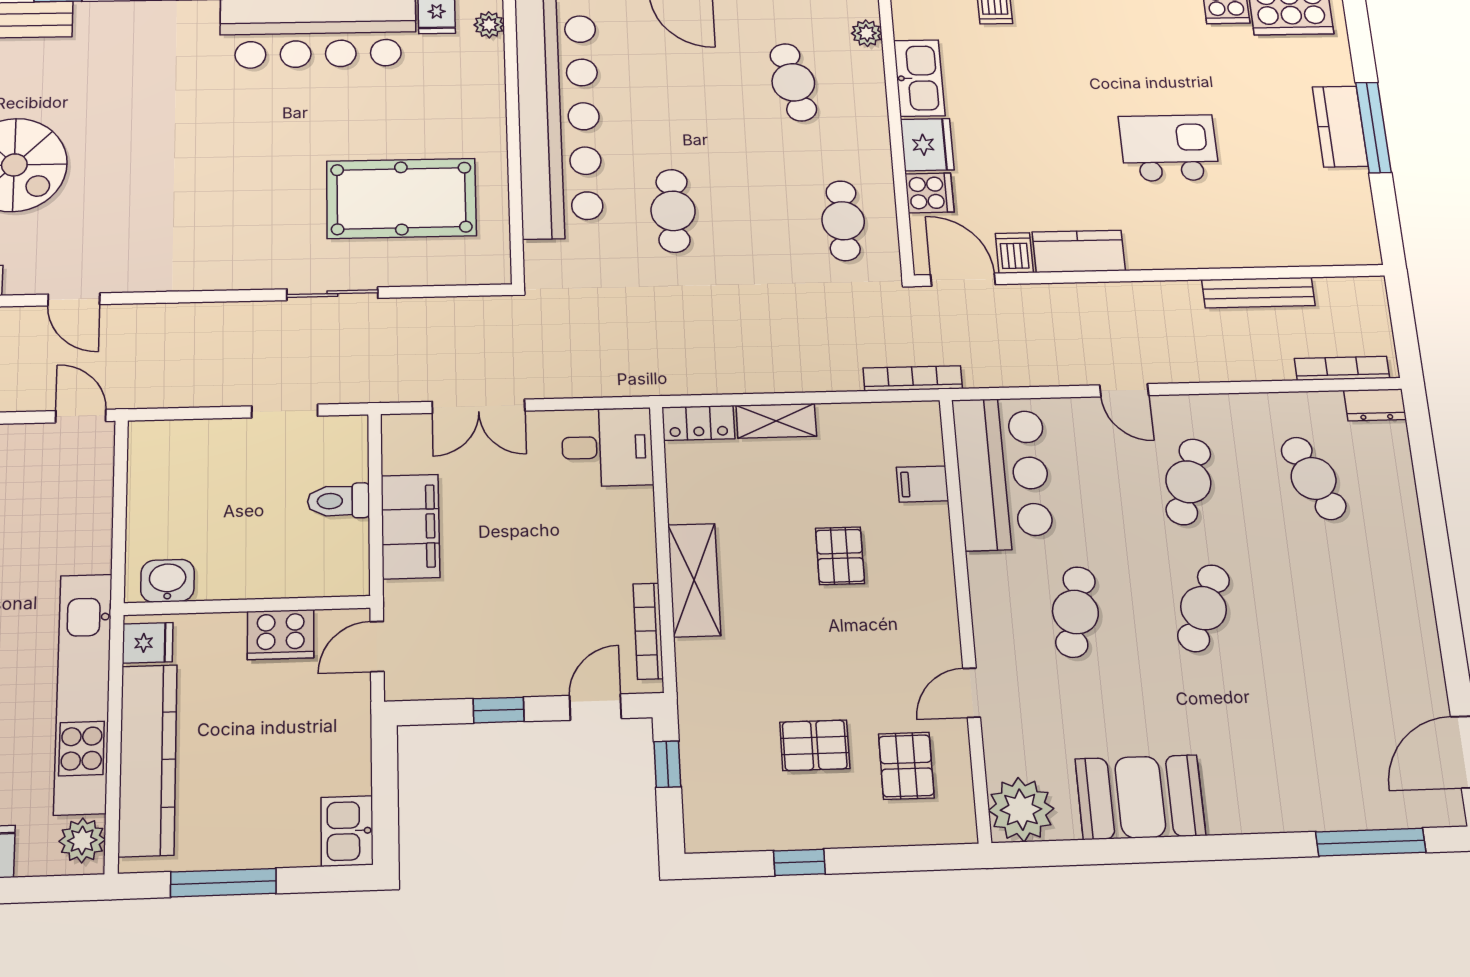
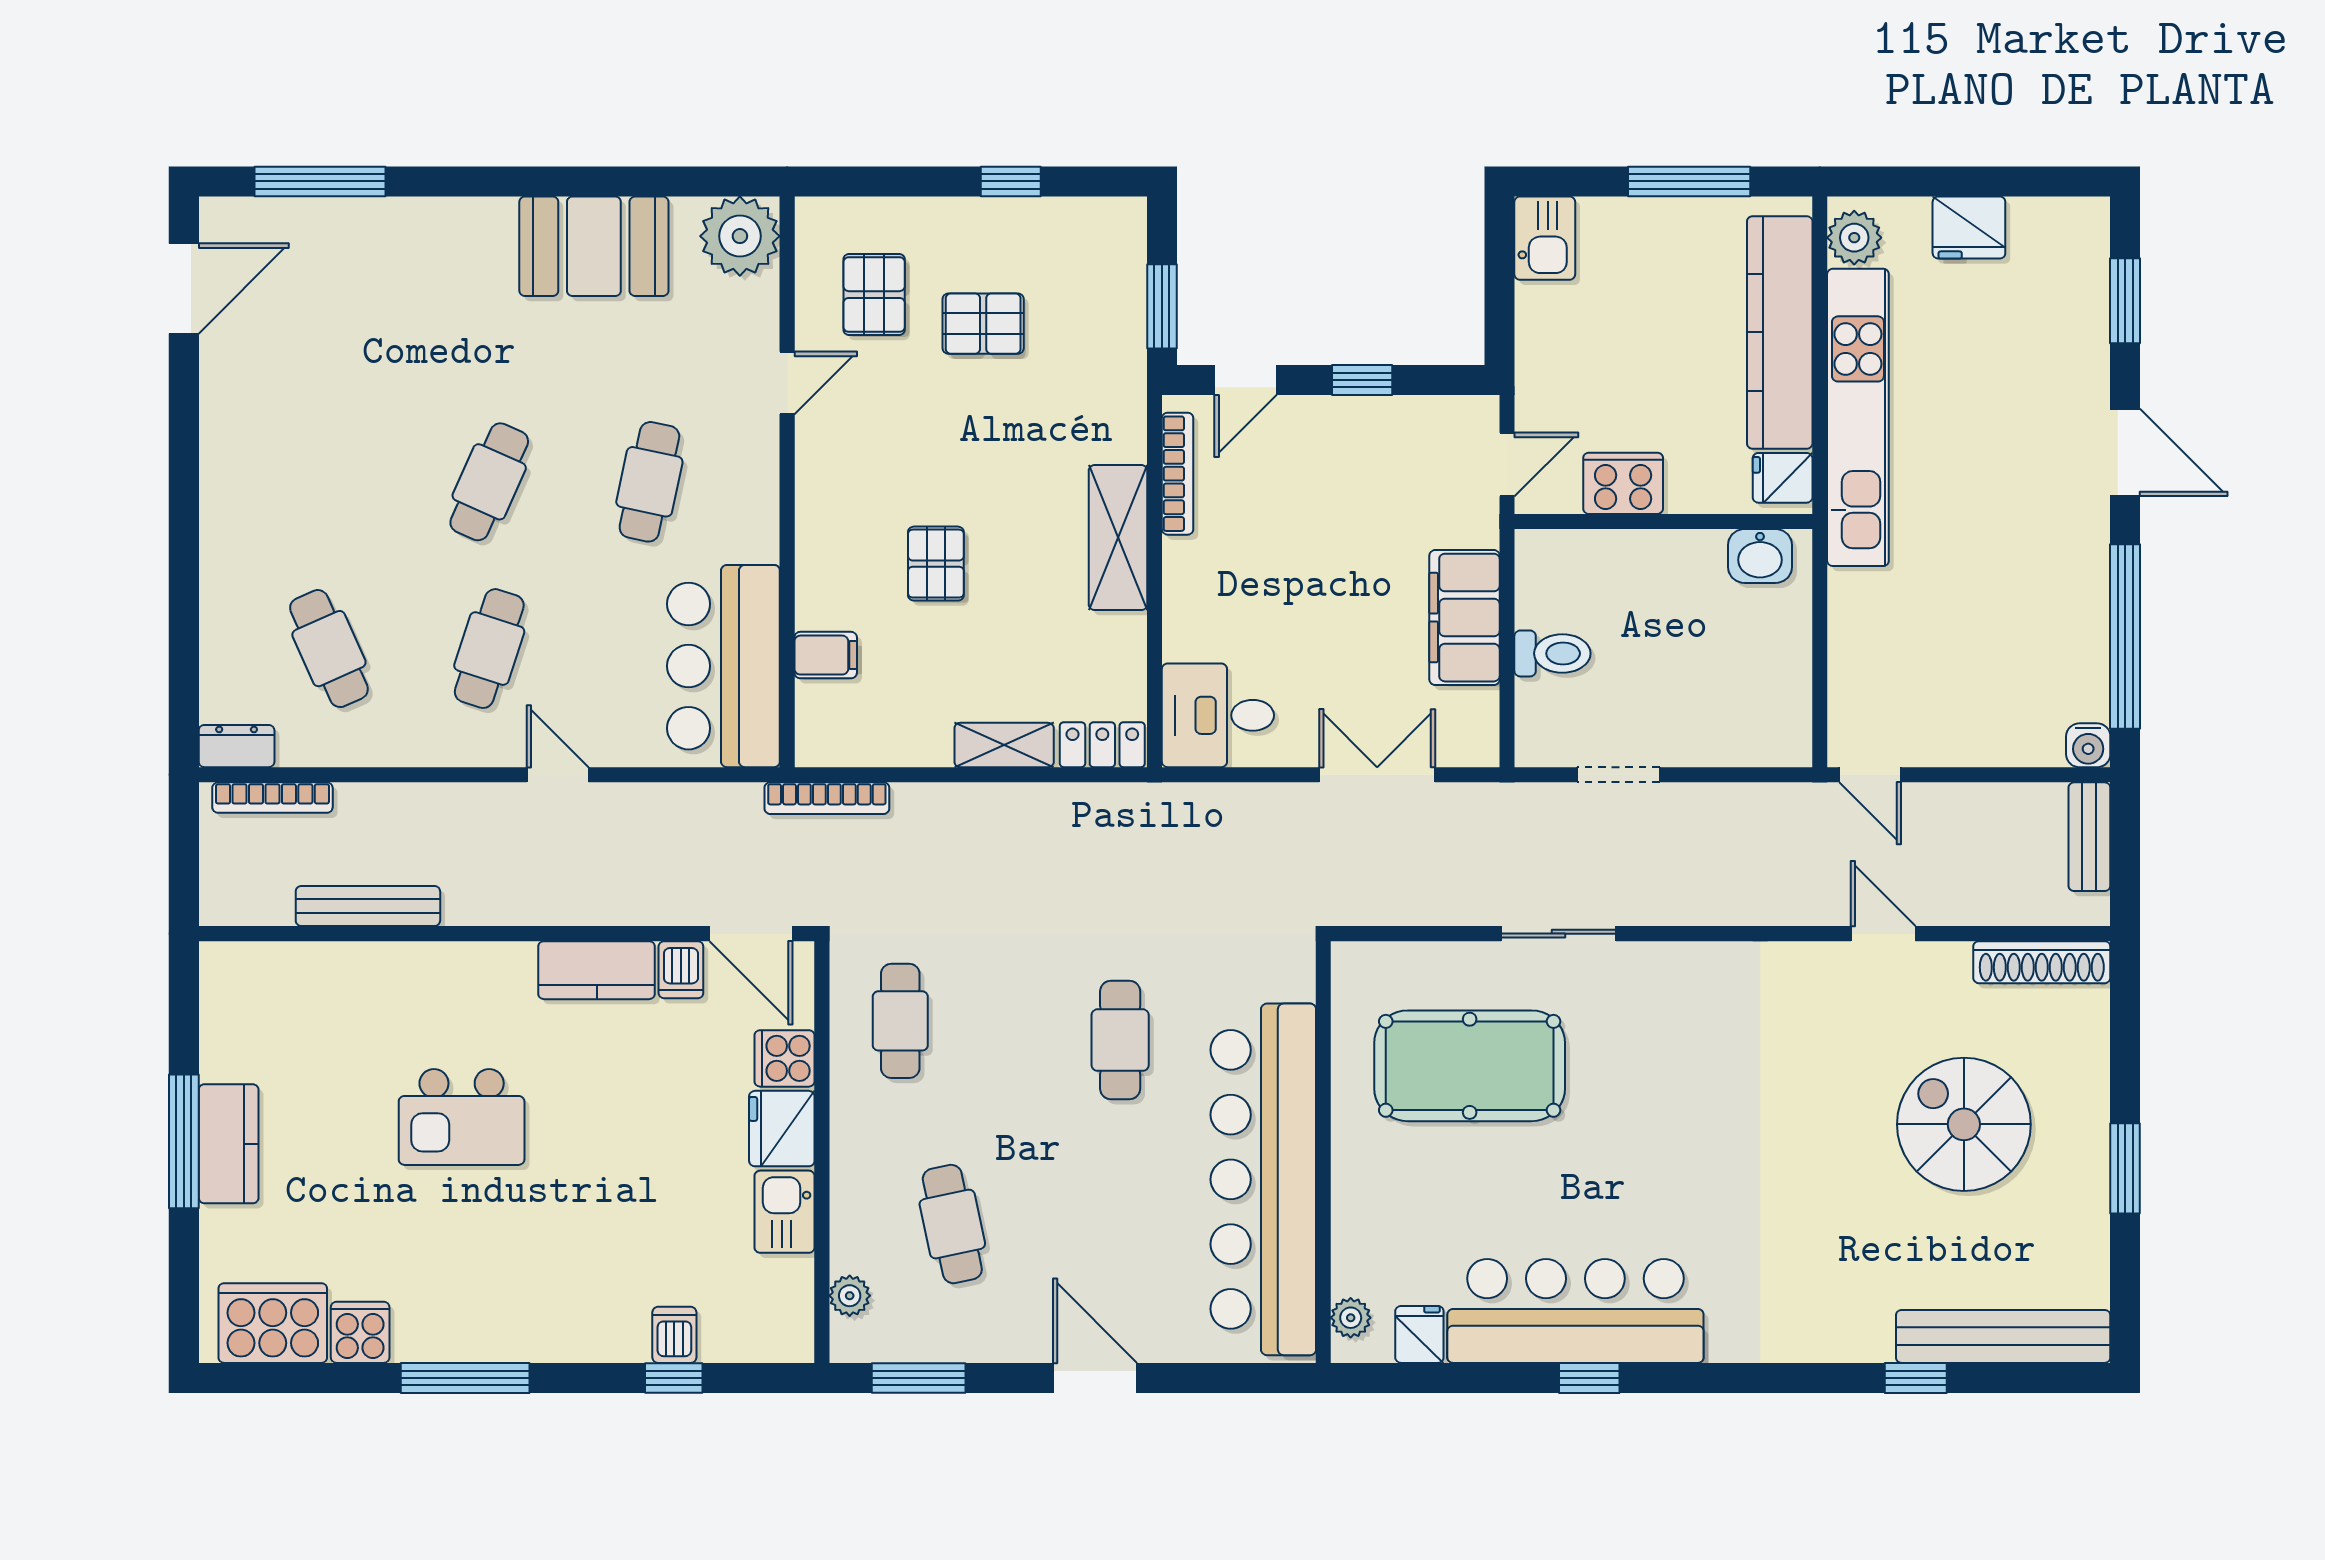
kitchen sink: (919, 78) -> (785, 1212), width x0.73
window: (667, 764) -> (1162, 306), width x1.50

